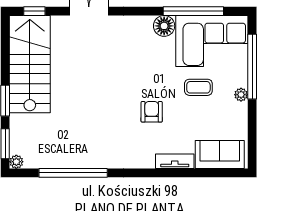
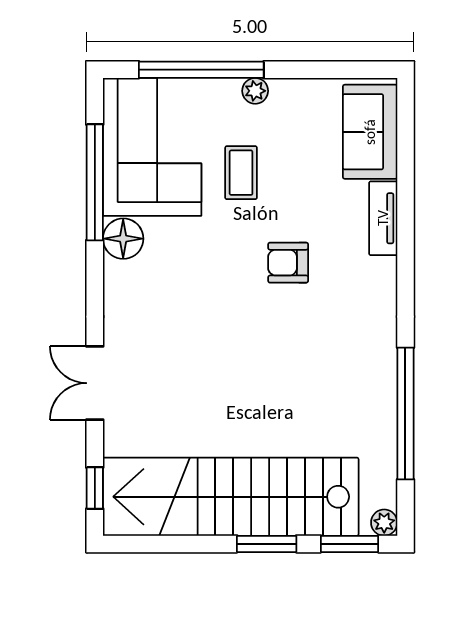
stairs: (30, 64) -> (231, 497), width x1.36

